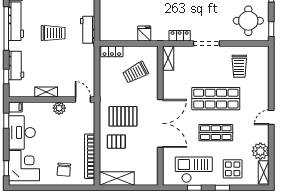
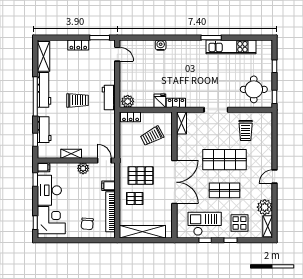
plant: (109, 34) -> (128, 101), added
locker: (180, 36) -> (176, 103), moved
filing cabinet: (87, 128) -> (109, 186), added
shelving: (117, 178) -> (142, 232), width x1.47

